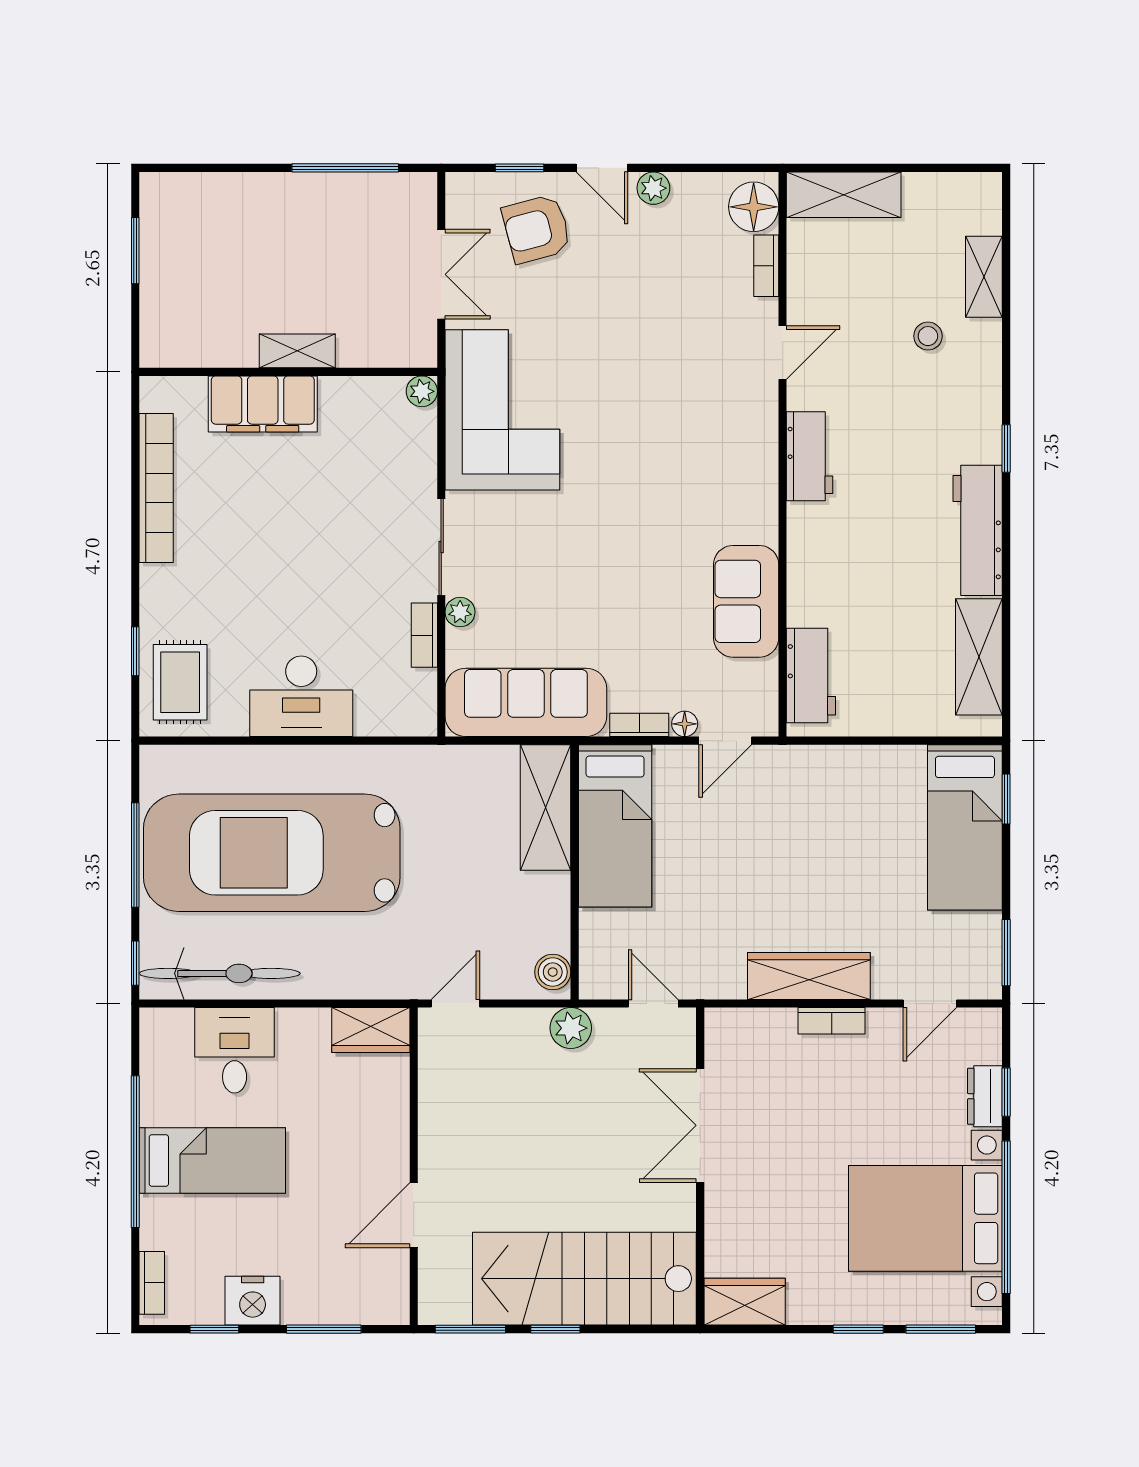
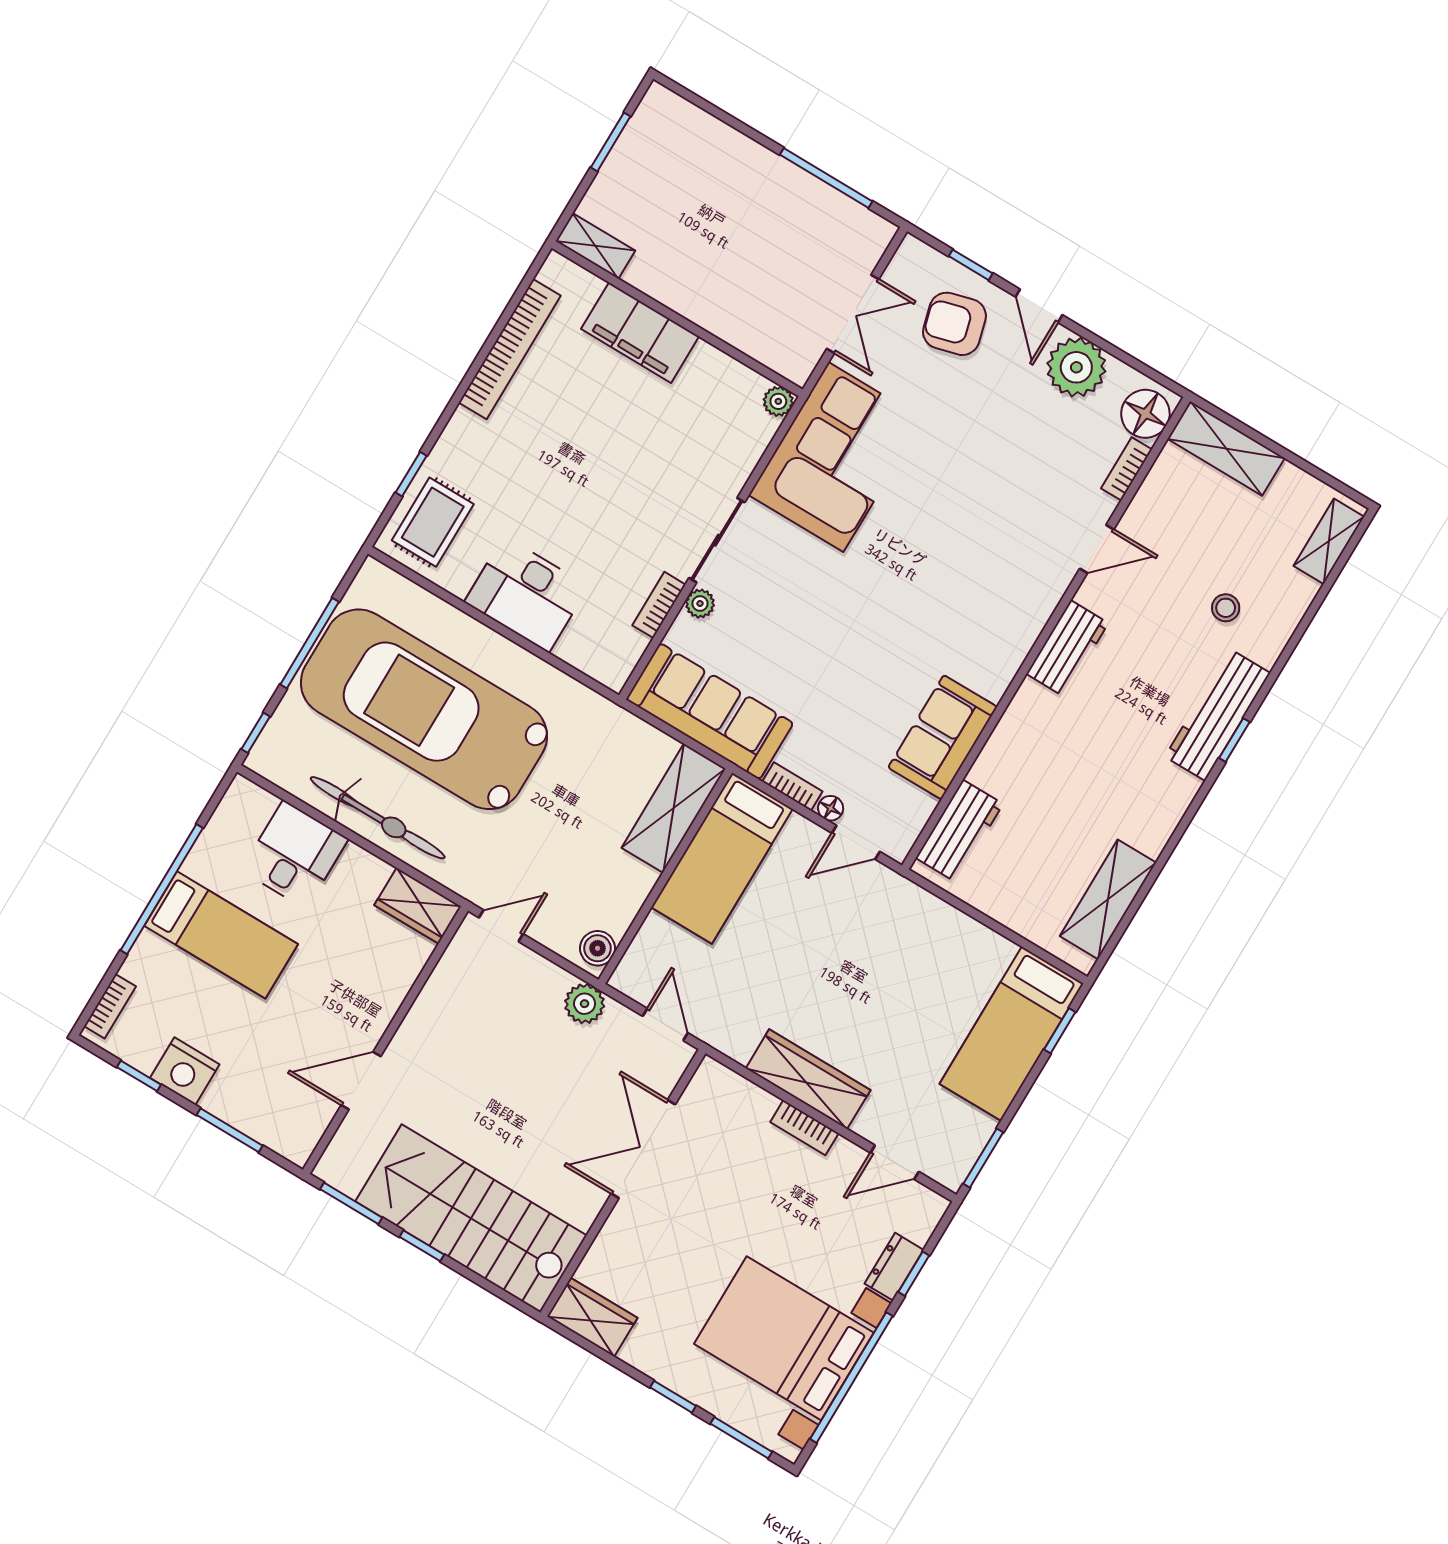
plant: (653, 188) -> (1076, 367), width x1.88, depth x1.88
shelving: (984, 277) -> (1329, 541), moved
shelving: (297, 351) -> (595, 246), moved
workbench: (978, 530) -> (1217, 715), moved
bicycle: (220, 973) -> (378, 818), moved

